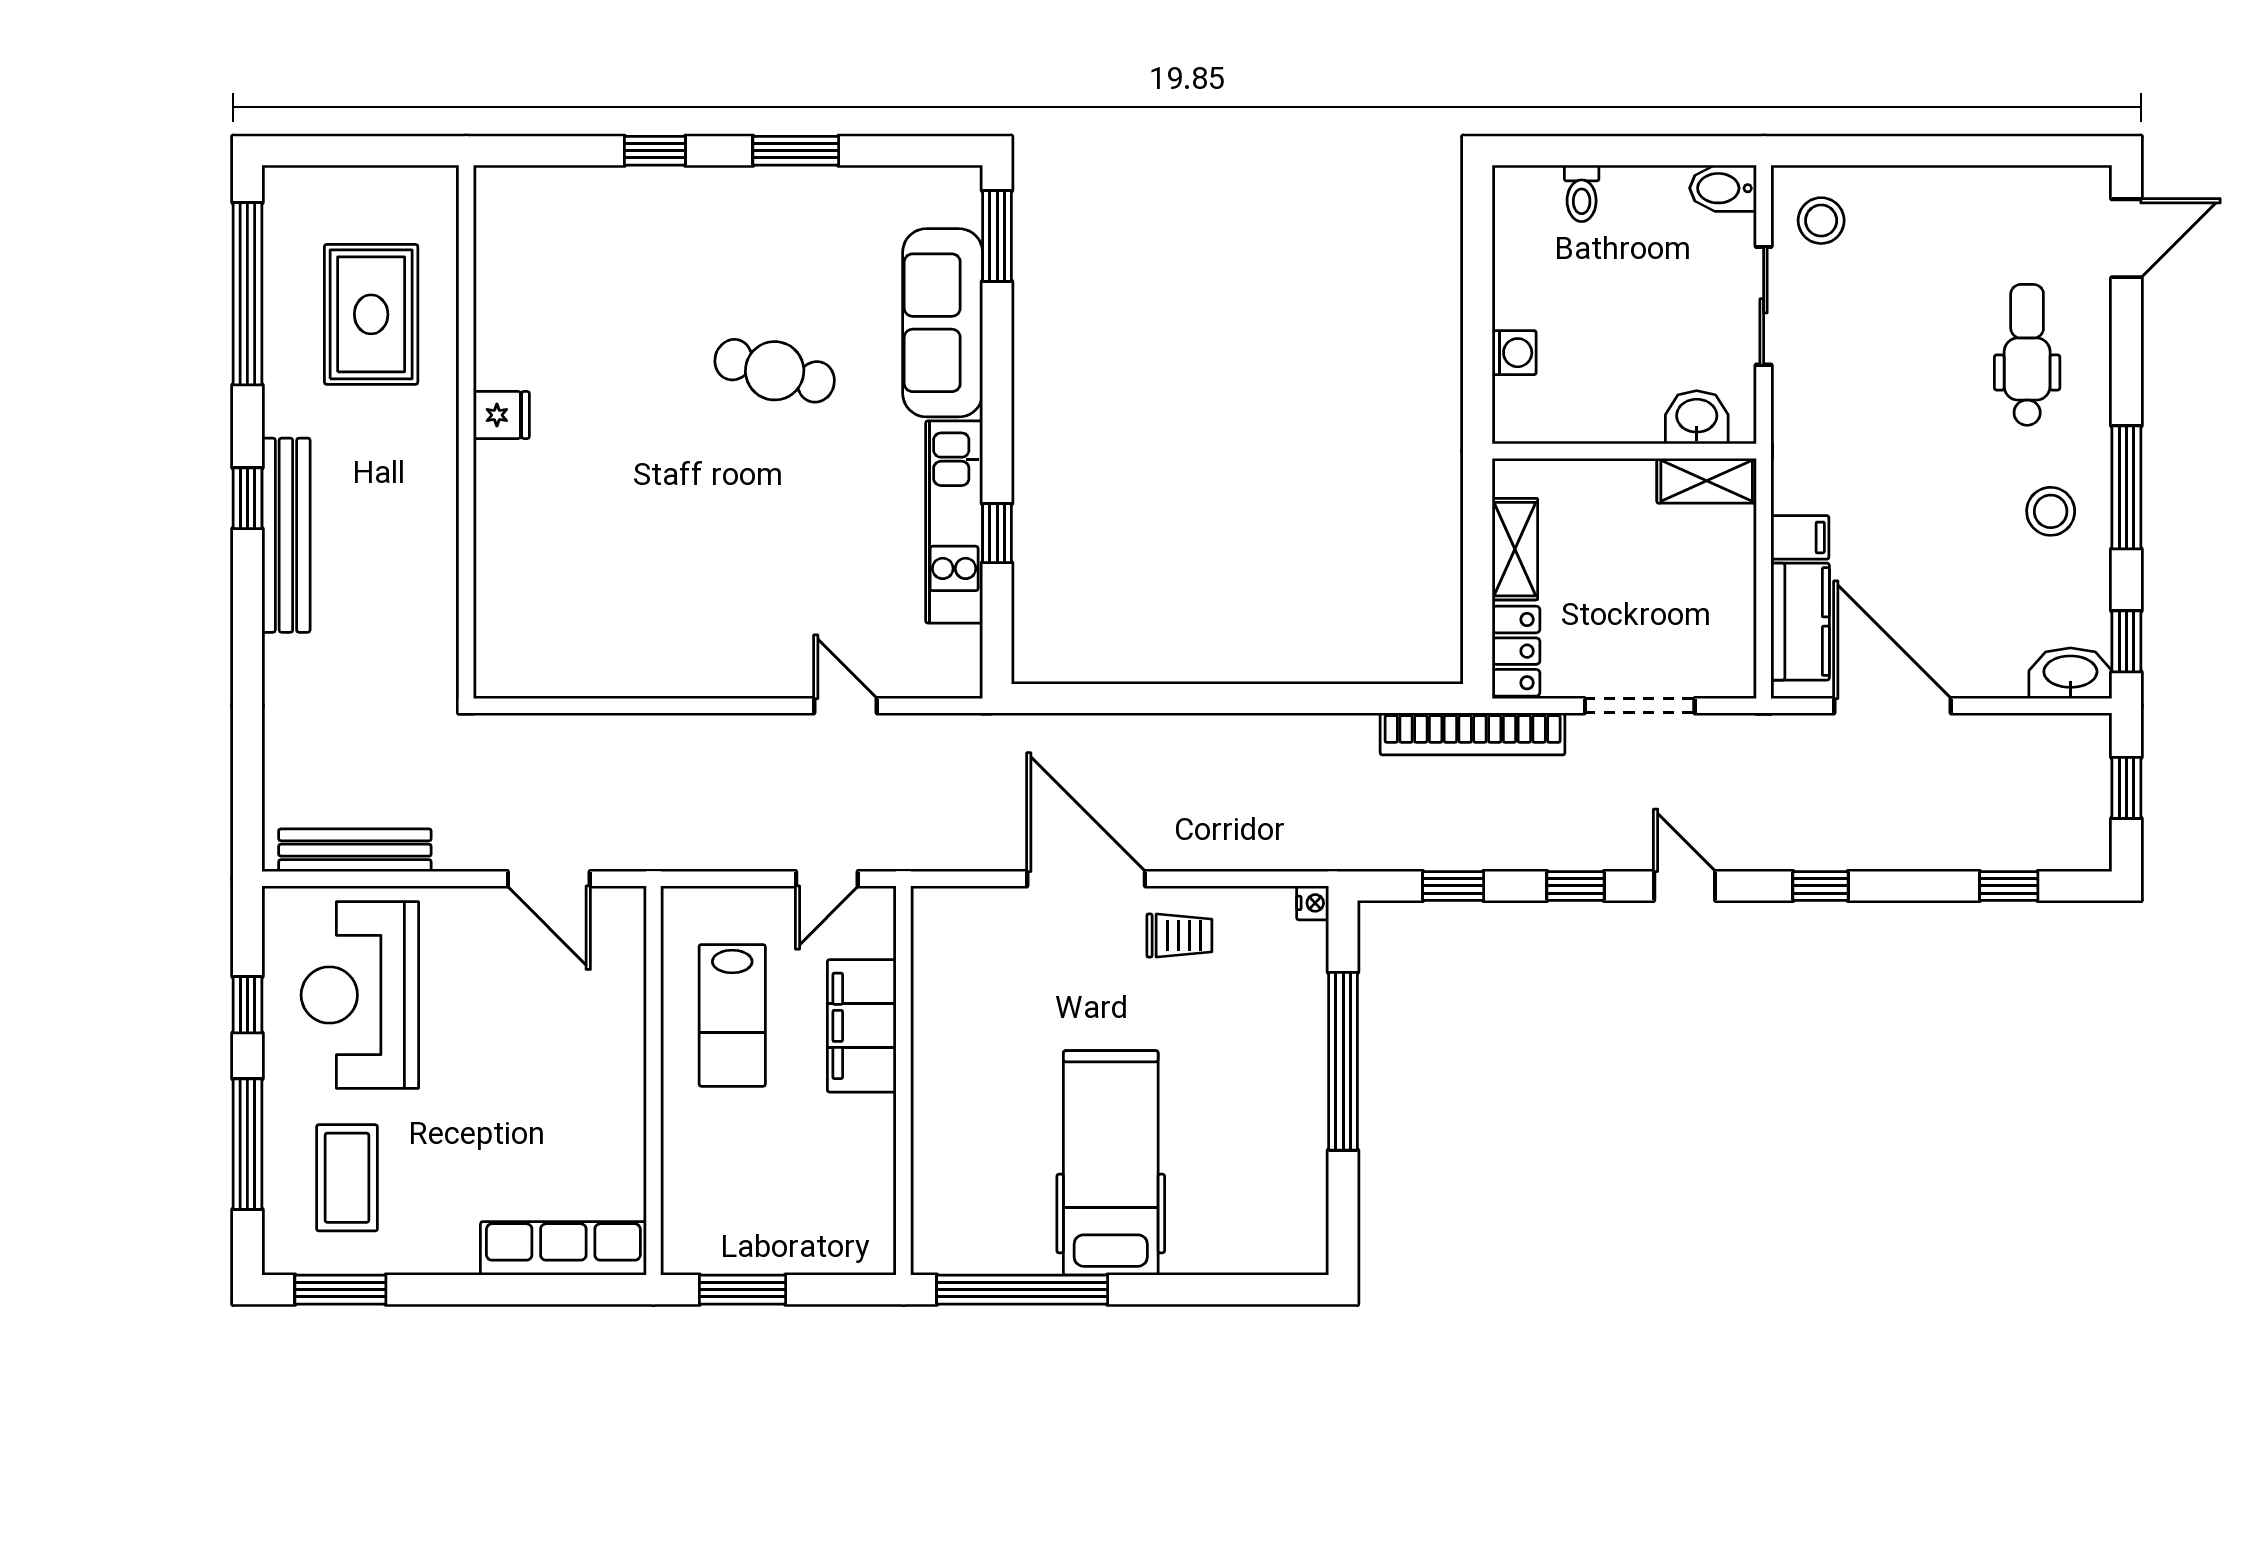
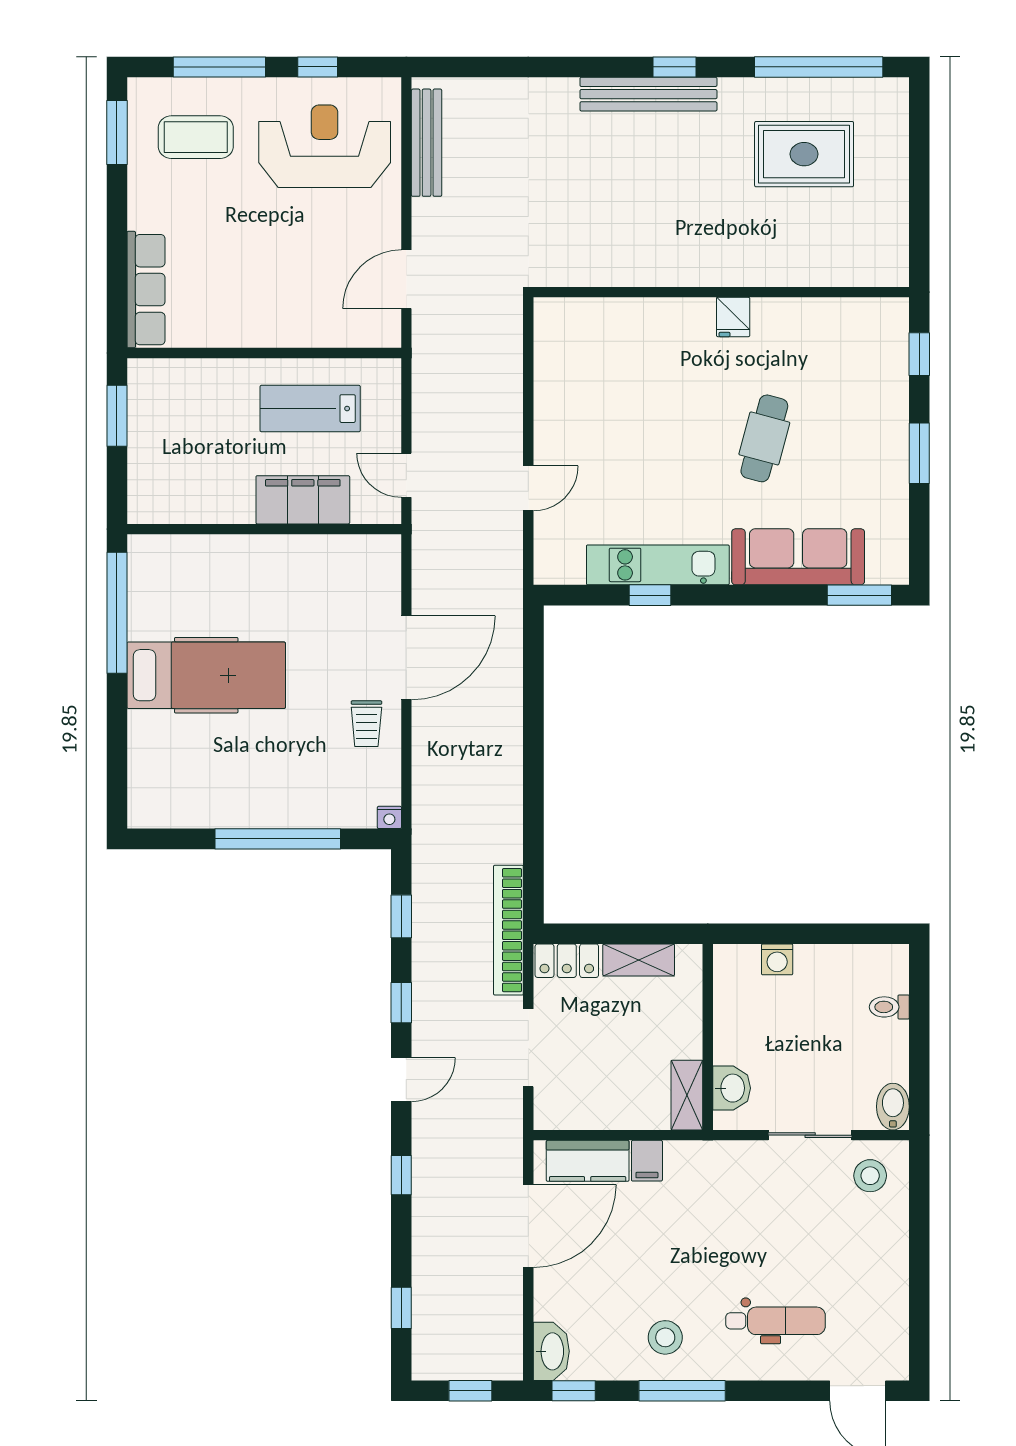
fridge: (501, 415) -> (733, 317), moved
wall: (466, 432) -> (721, 292), moved

